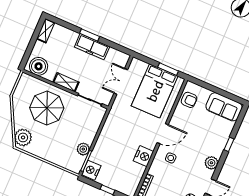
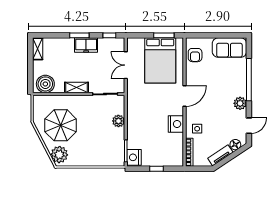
freezer: (92, 47) -> (86, 45), width x0.71
window: (118, 47) -> (109, 35), added
armchair: (189, 100) -> (195, 55), turned 90
parasol: (47, 108) -> (61, 125), moved
window: (229, 144) -> (249, 80), width x3.17
plant: (83, 149) -> (118, 121), moved
side table: (171, 158) -> (197, 129), moved

